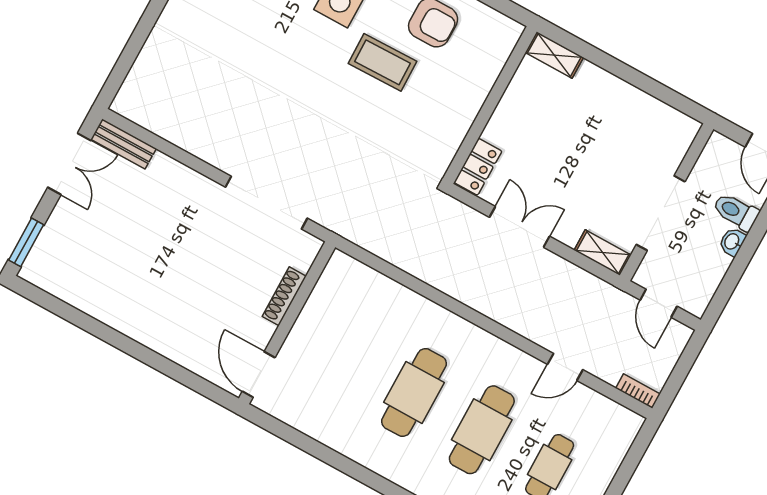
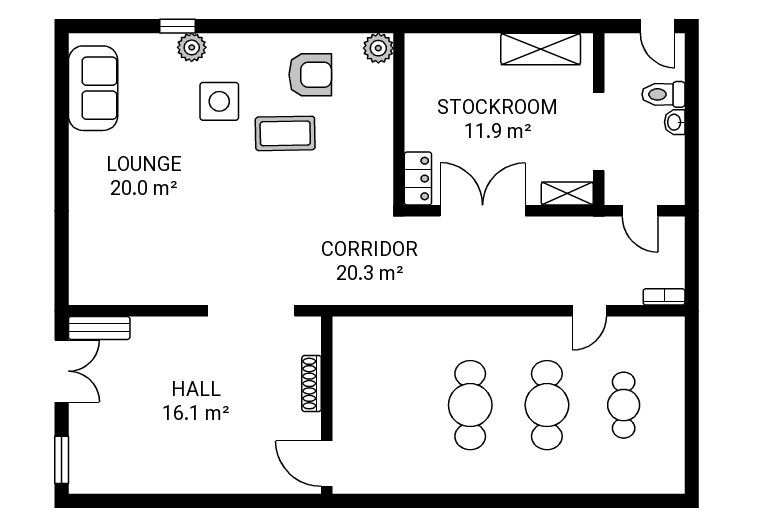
plant: (506, 32) -> (378, 48), added
shelving: (554, 55) -> (541, 49), moved, width x1.50, depth x1.33
double door: (520, 227) -> (483, 211), width x1.37

